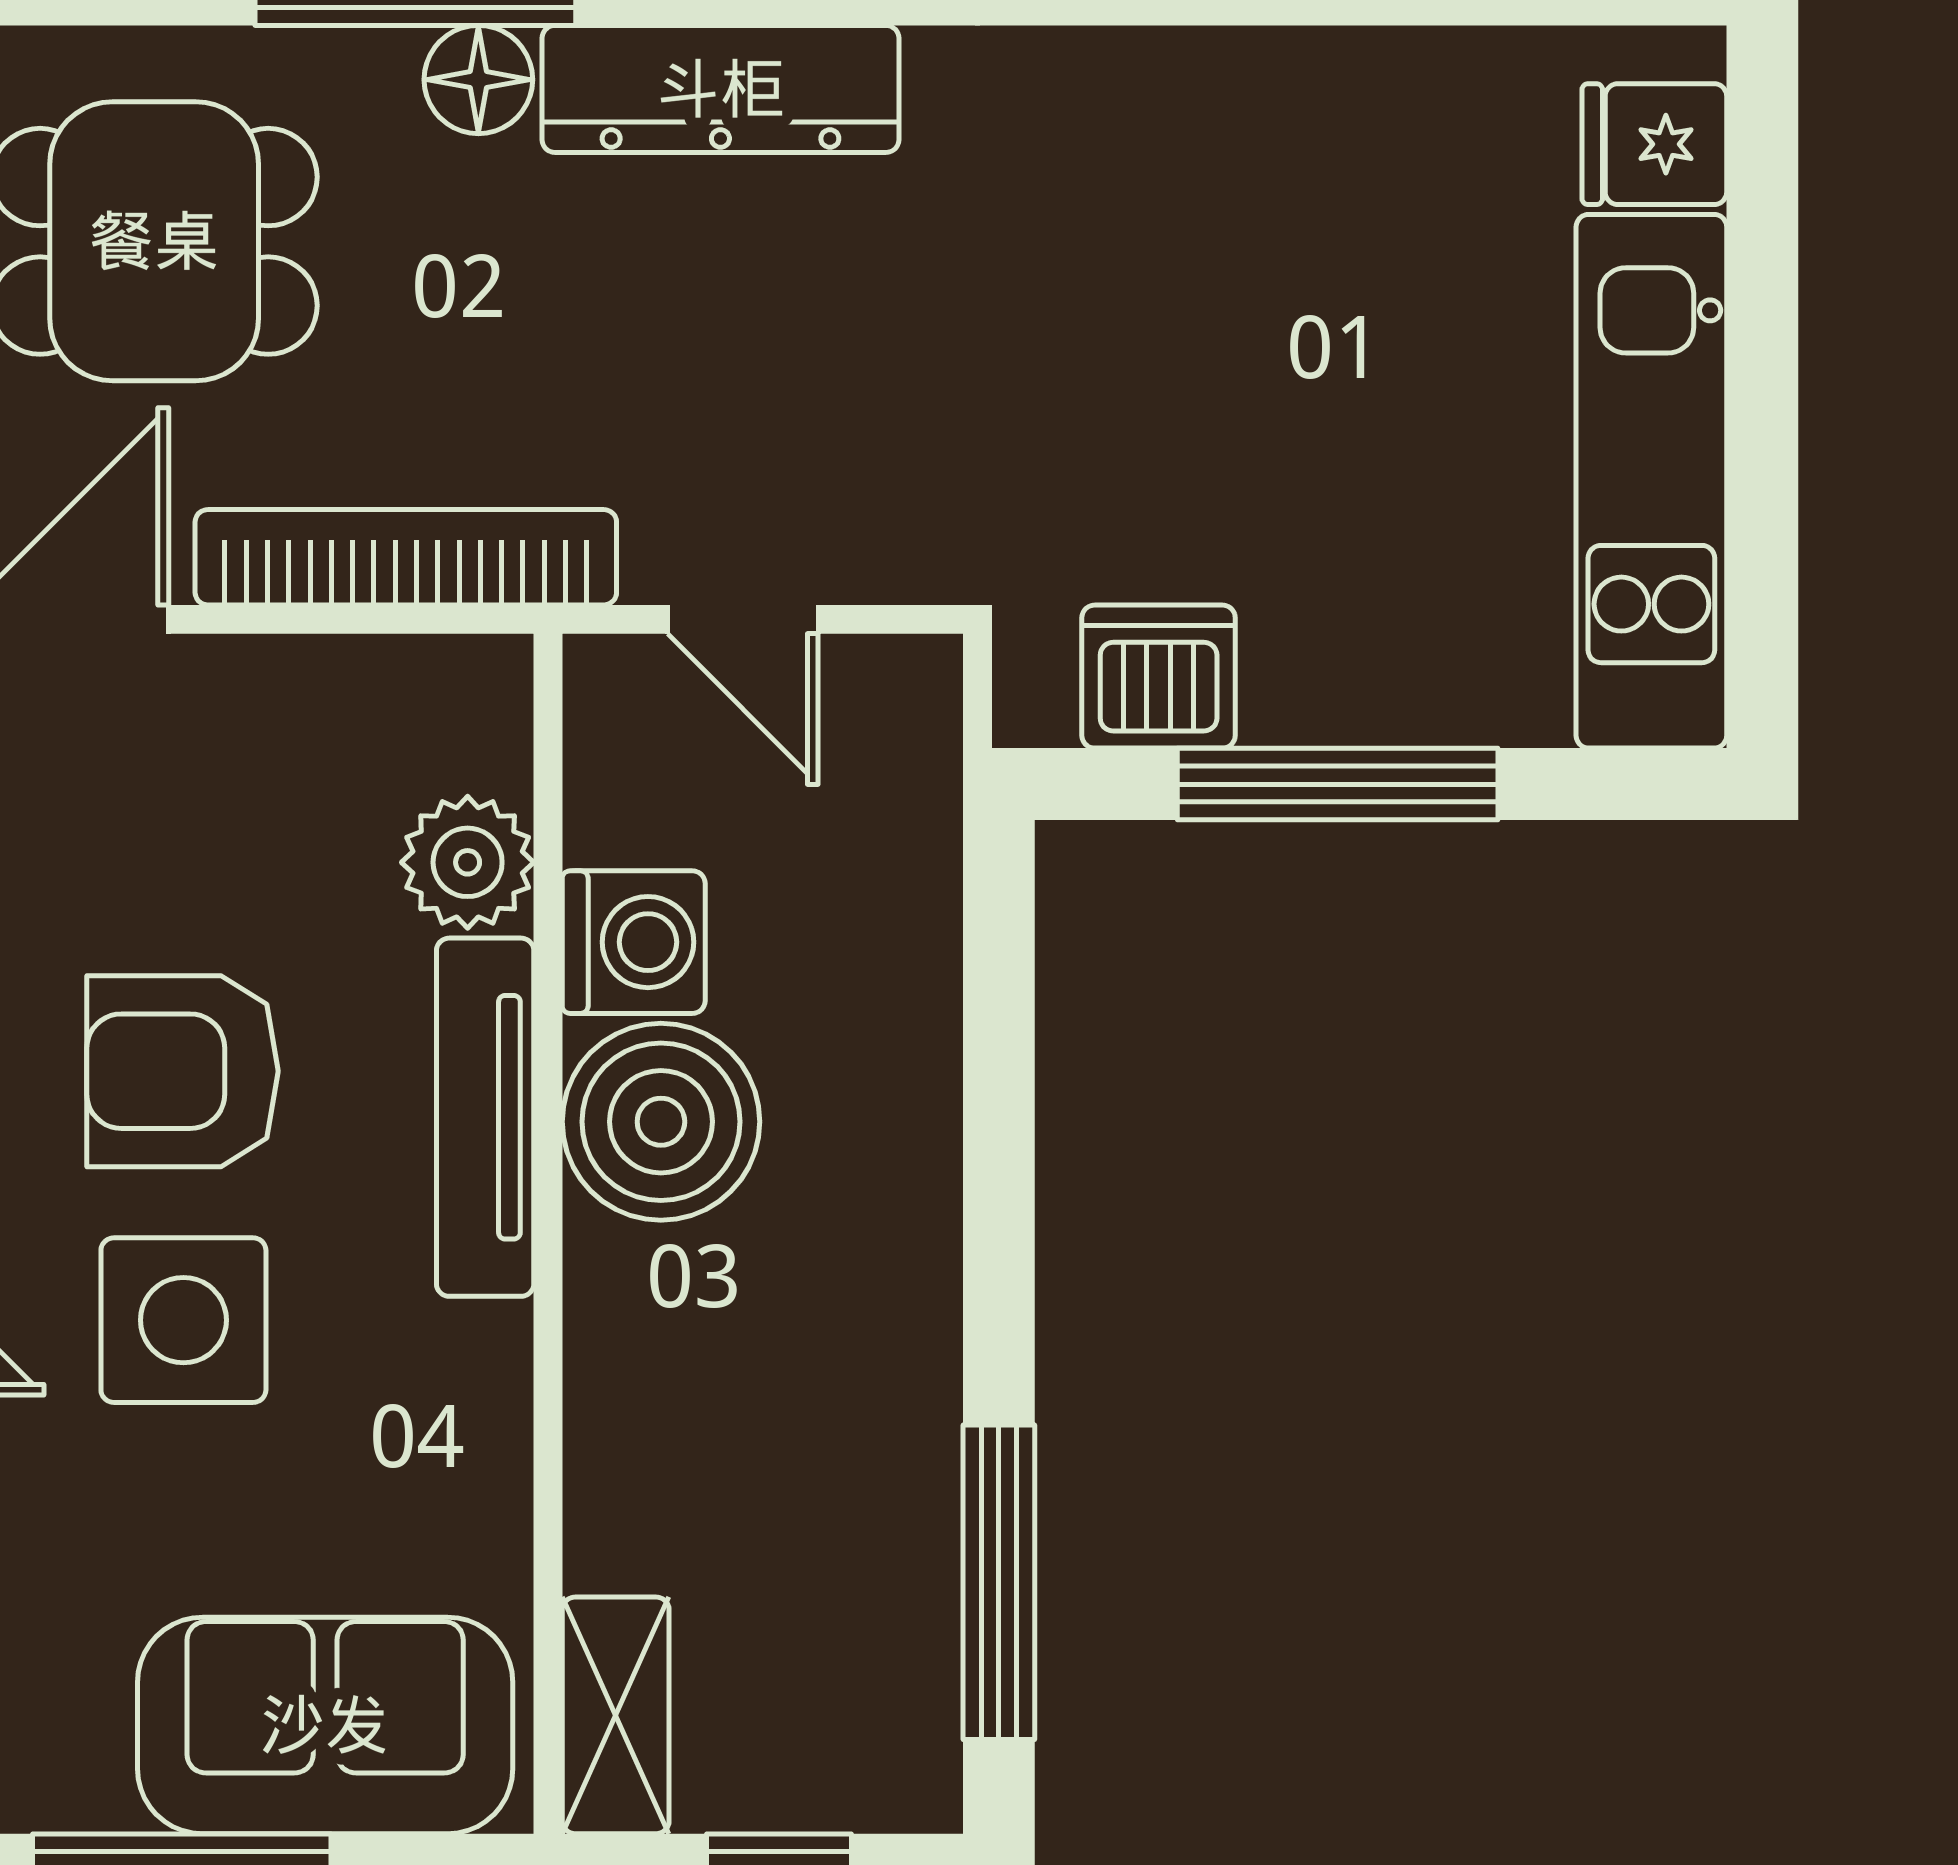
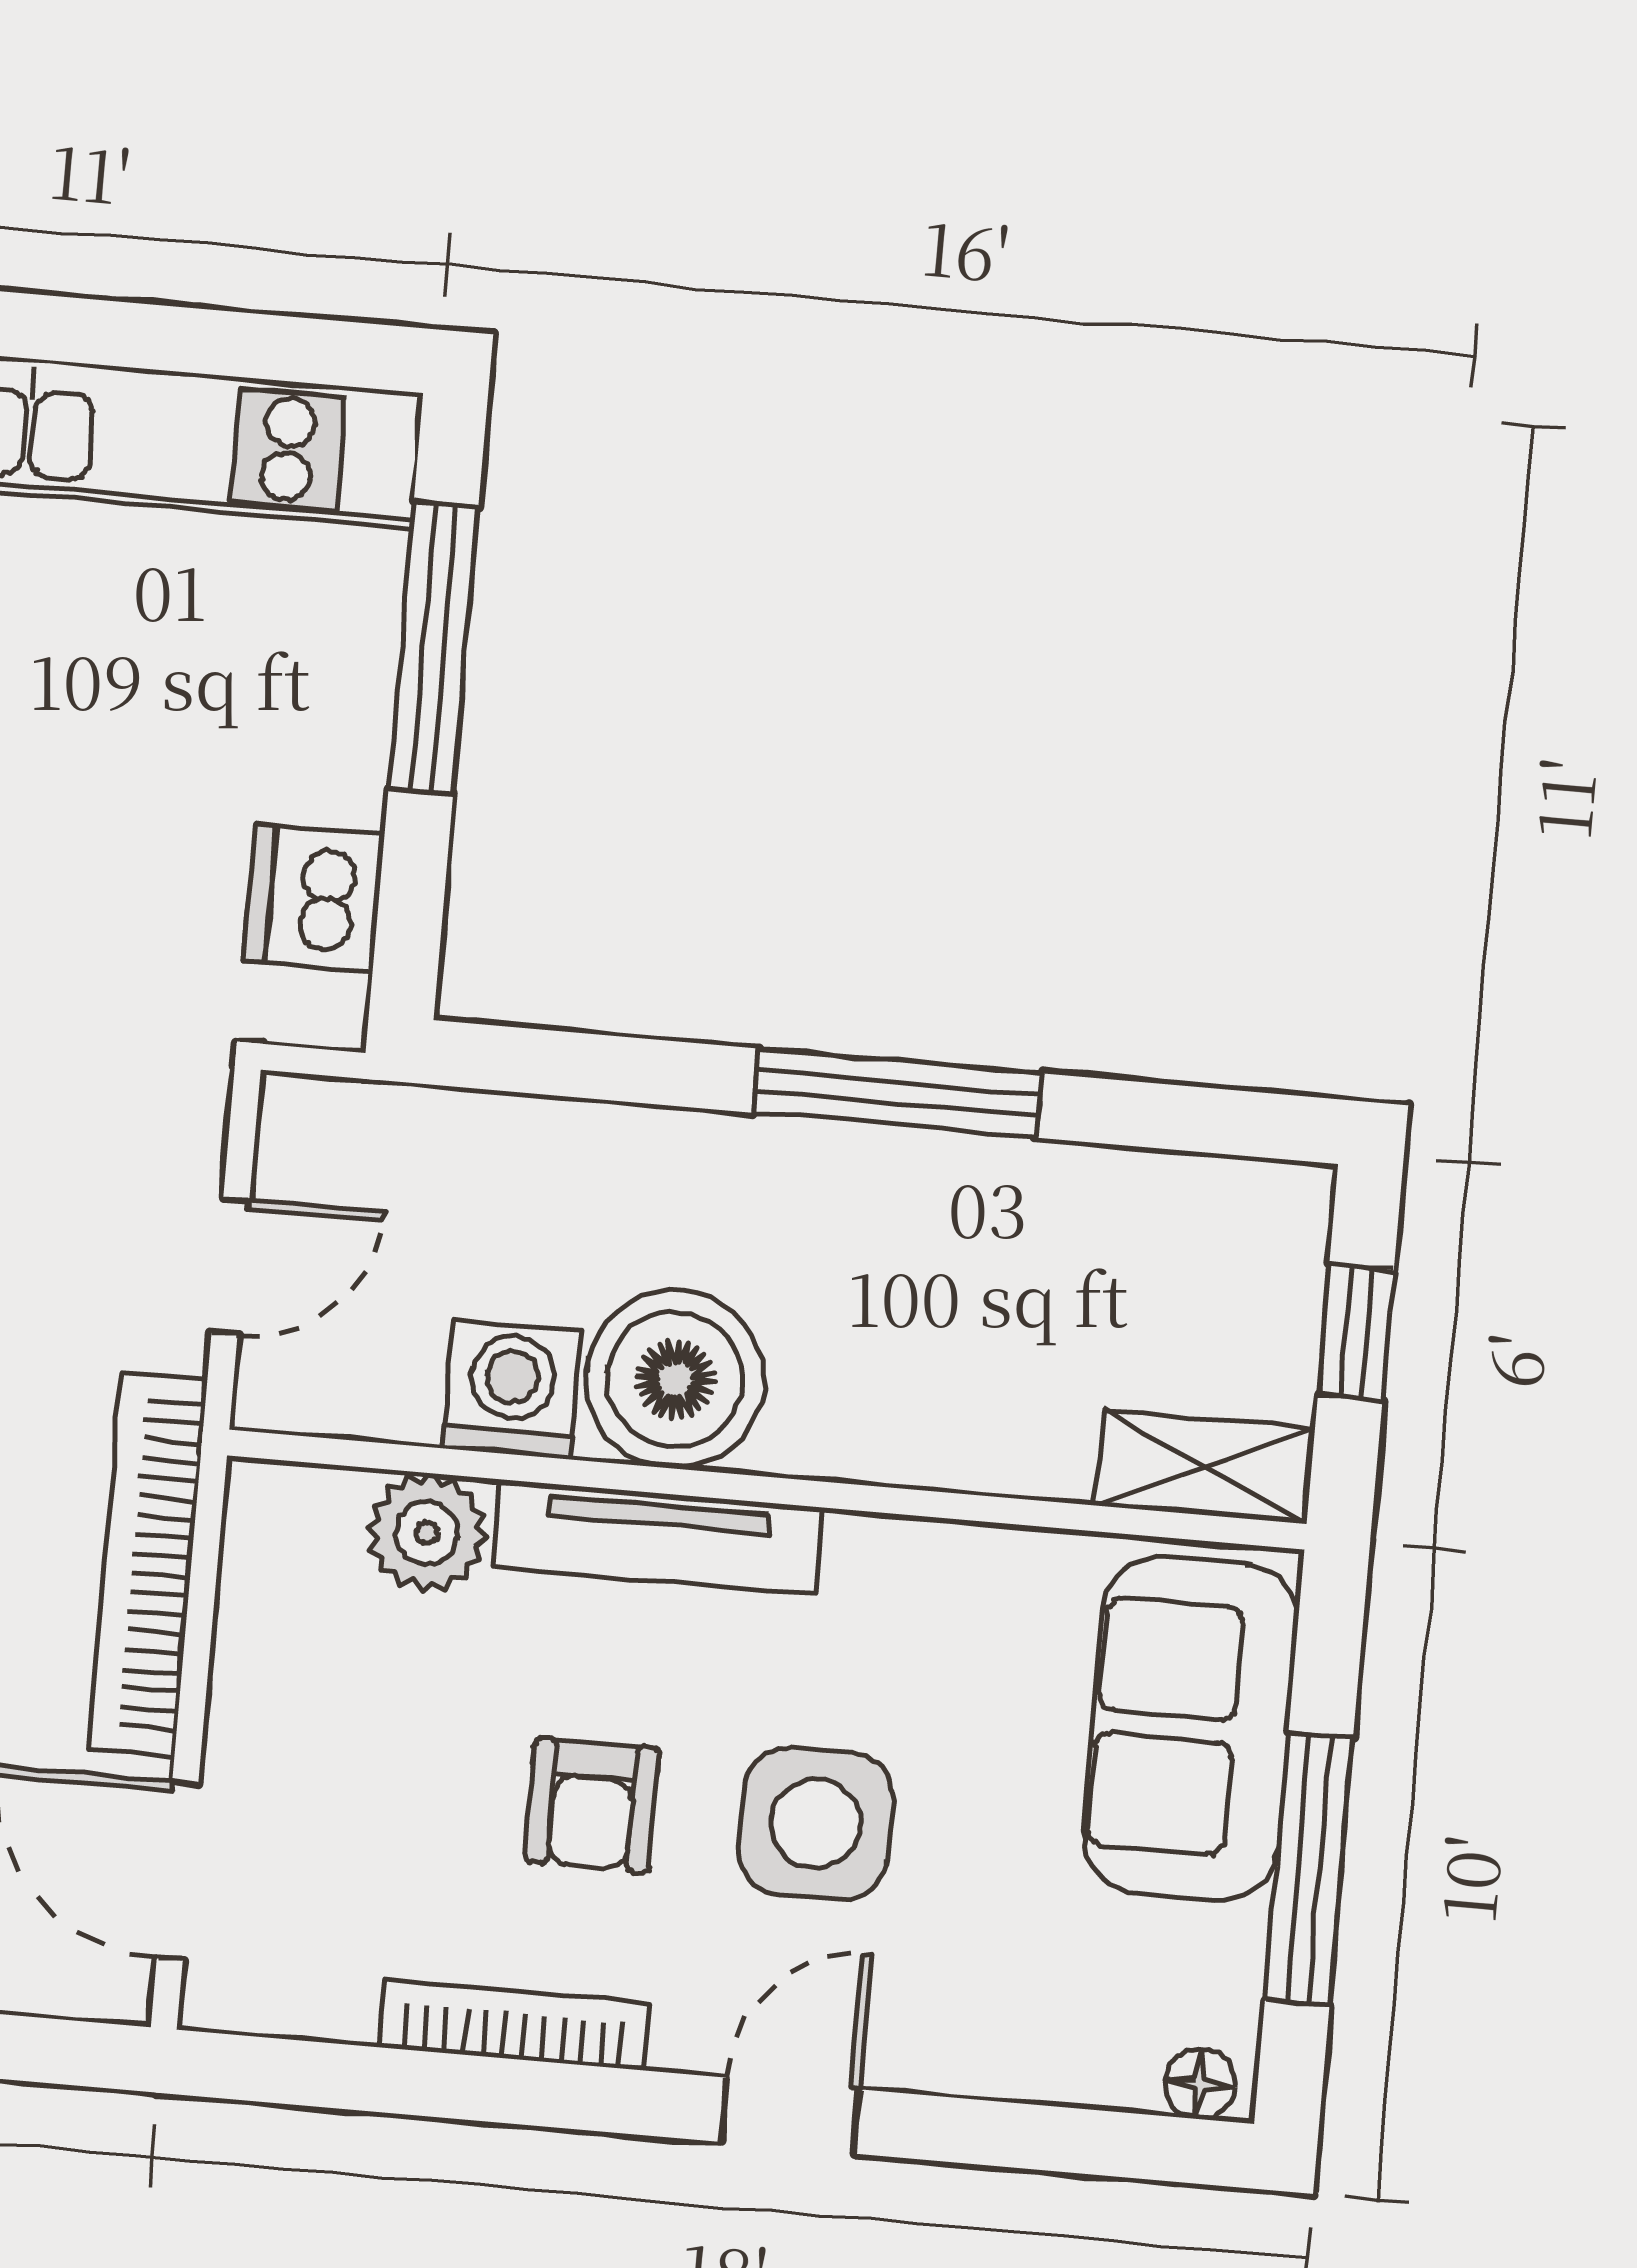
window: (1338, 784) -> (433, 648), moved
armchair: (183, 1071) -> (592, 1805), width x0.72, depth x0.72
window: (999, 1582) -> (898, 1093), moved

